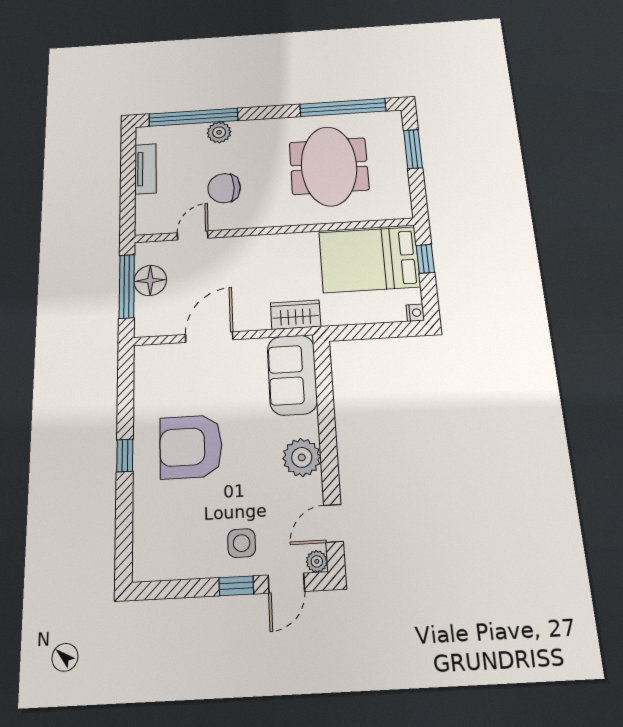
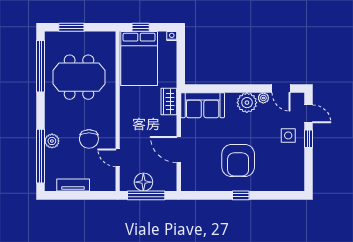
plant: (317, 561) -> (263, 98), moved

